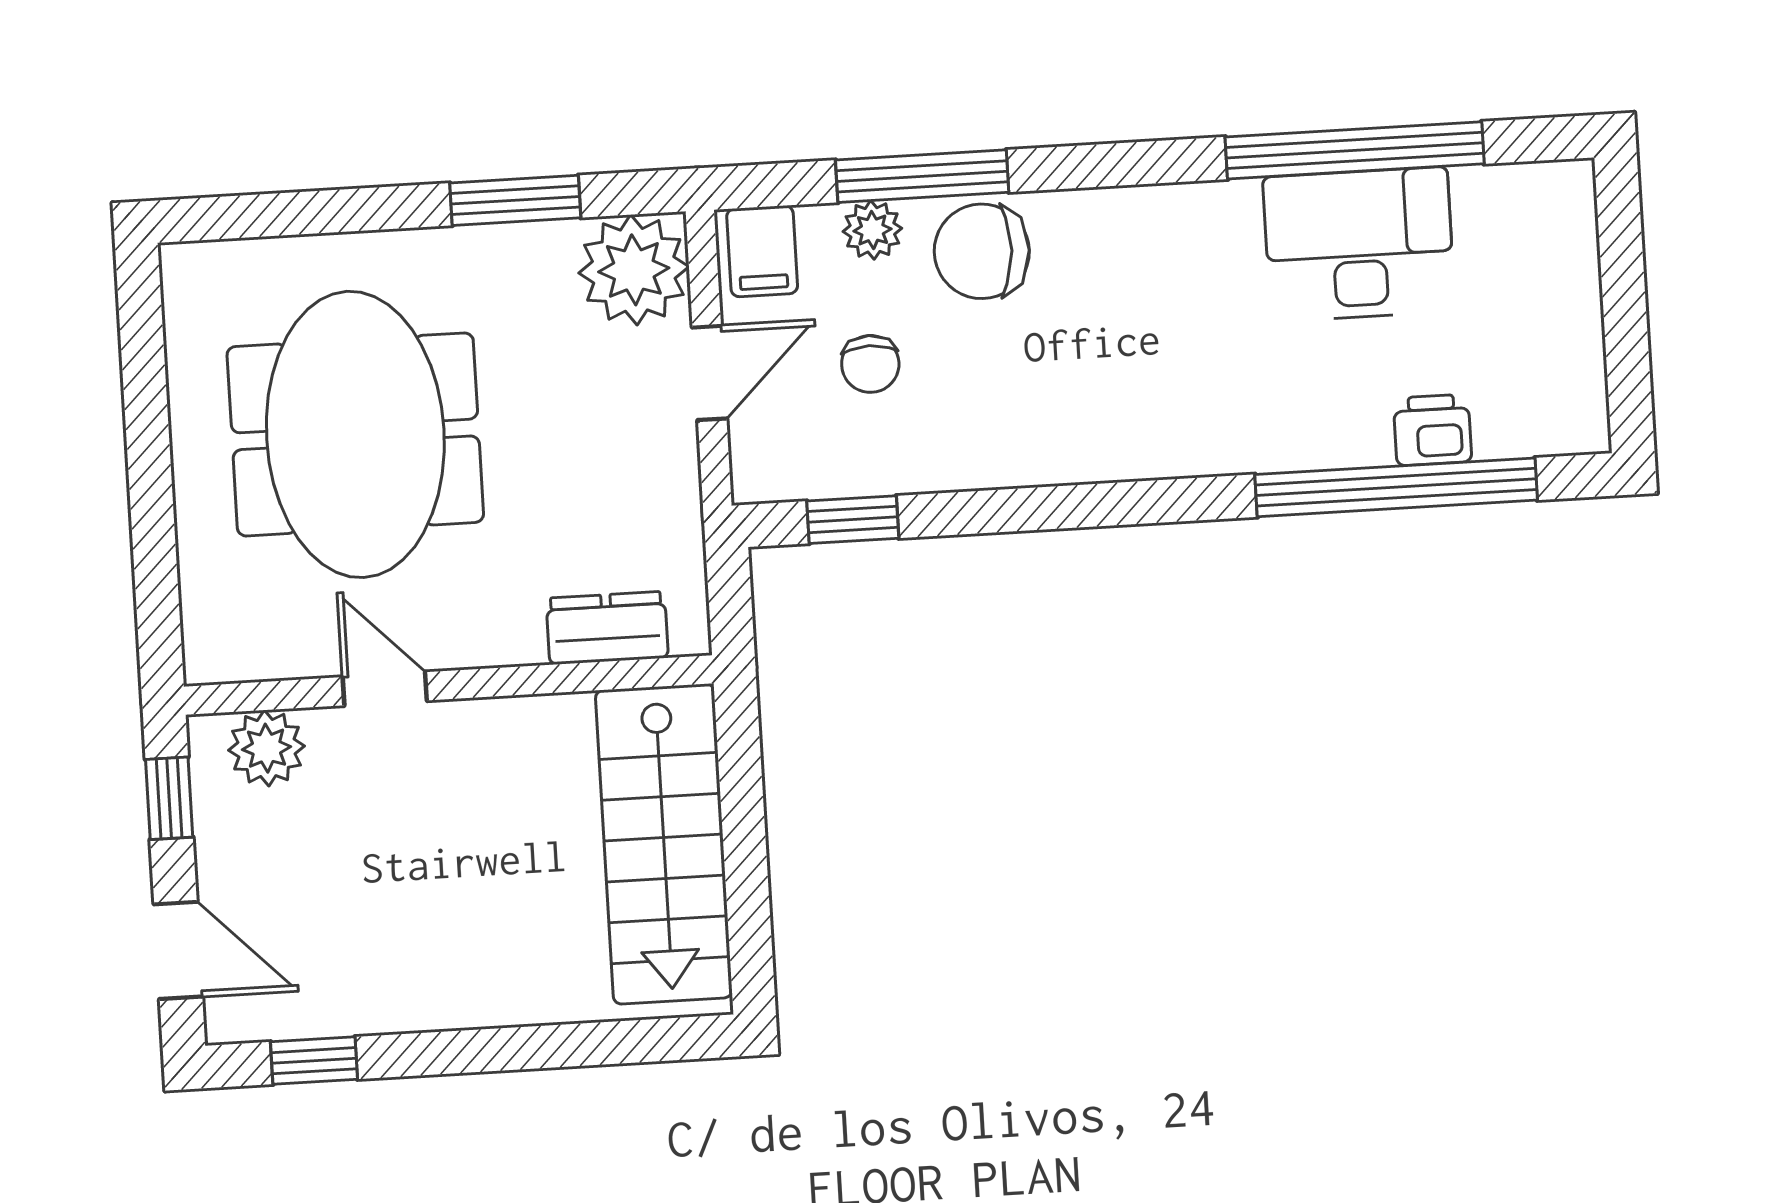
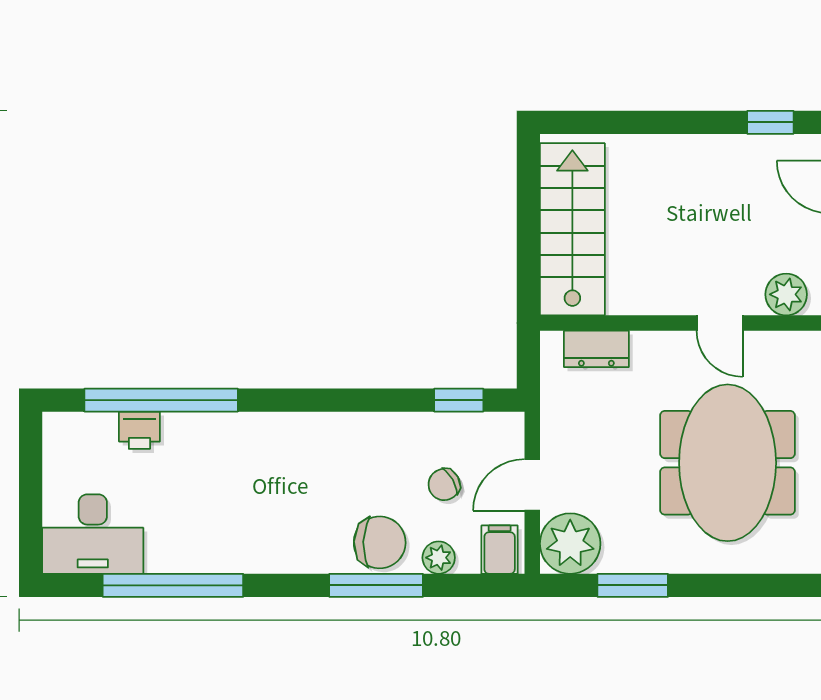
window: (922, 176) -> (376, 585), moved
desk: (1359, 244) -> (93, 534), moved
chair: (870, 364) -> (444, 485), turned -119

